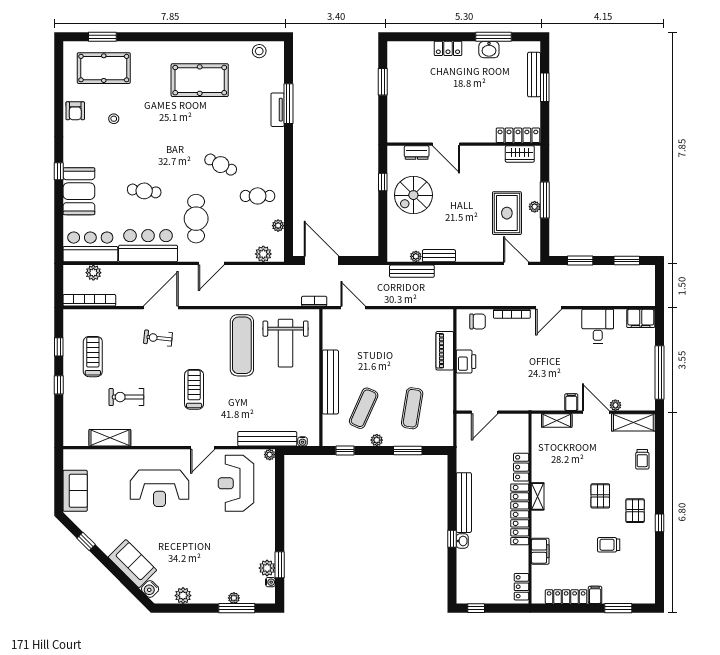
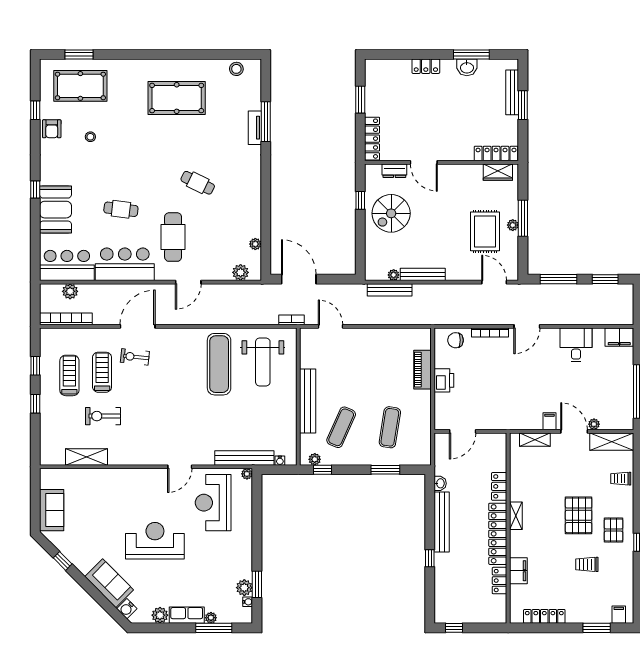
window: (59, 92) -> (35, 110), added
locker: (394, 121) -> (372, 139), added
cafe table: (258, 196) -> (235, 214), removed
bench: (439, 256) -> (423, 274), width x1.36
window: (580, 261) -> (558, 279), width x1.44
chair: (478, 321) -> (456, 340), turned 180
treadmill: (194, 389) -> (102, 372), moved
plant: (377, 440) -> (315, 459), moved
trolley: (642, 459) -> (621, 479), turned 90
reception desk: (160, 488) -> (155, 541), moved, turned 180
pallet: (600, 496) -> (579, 515), width x1.50, depth x1.42
washbasin: (462, 541) -> (440, 483), moved
locker: (521, 587) -> (499, 581), moved
row of seats: (210, 595) -> (187, 615), added
filing cabinet: (595, 595) -> (619, 615), moved

